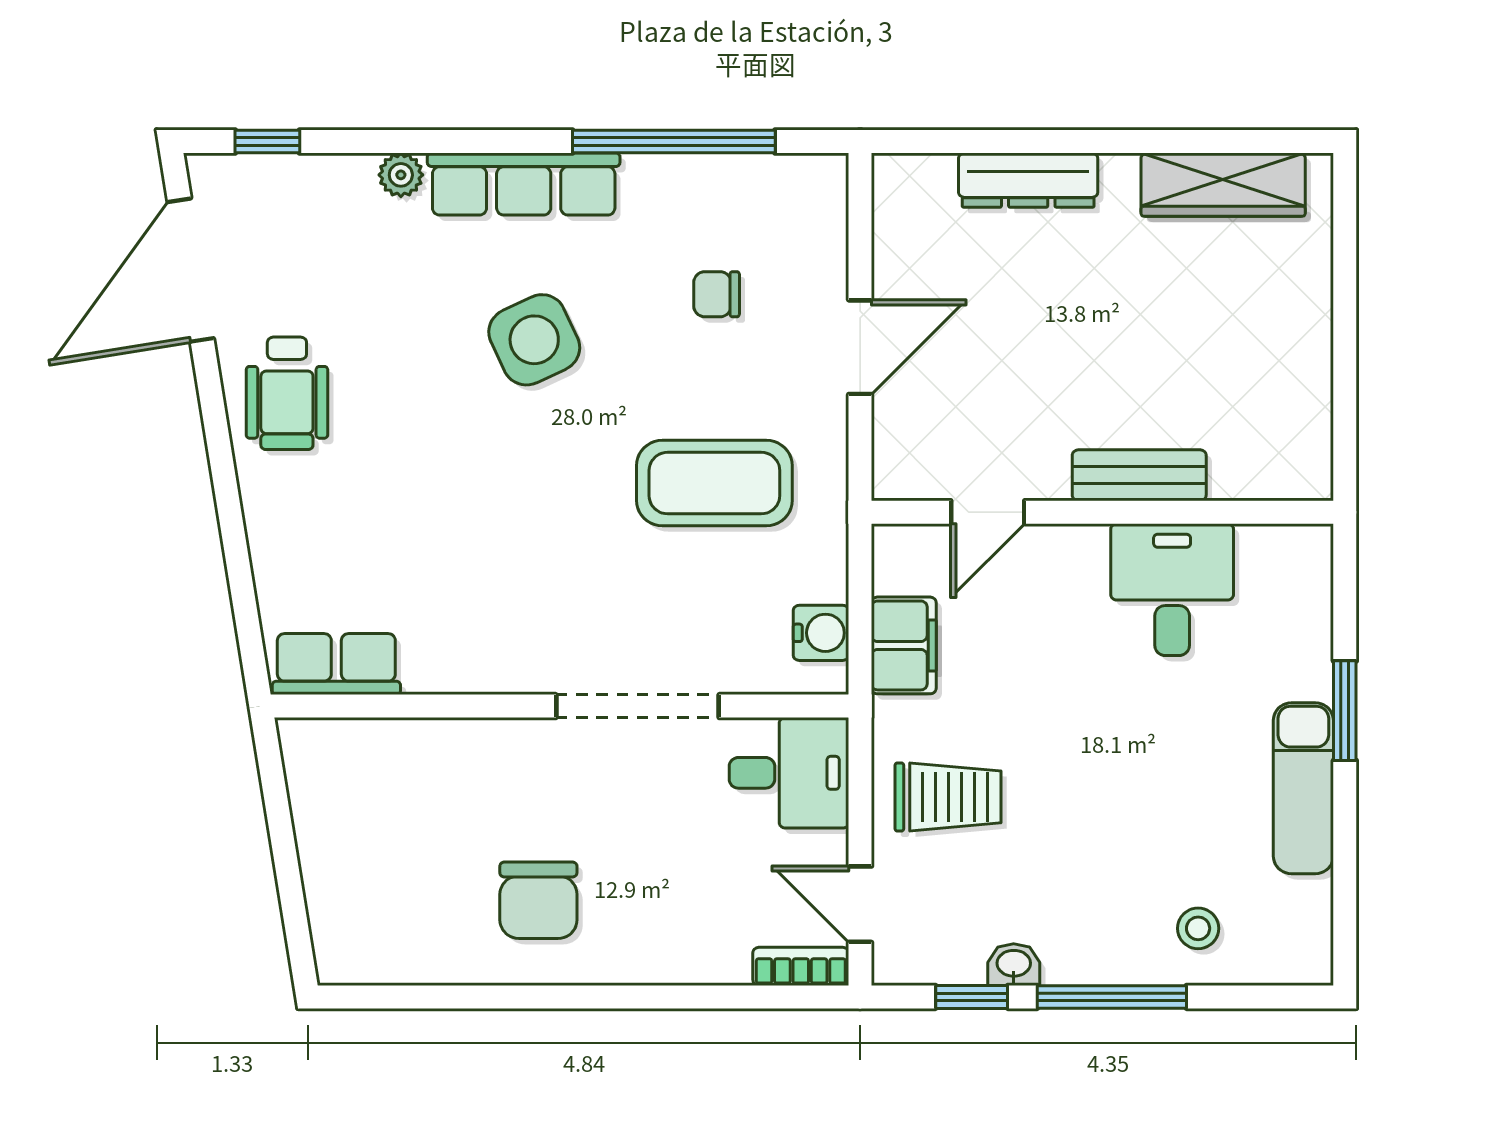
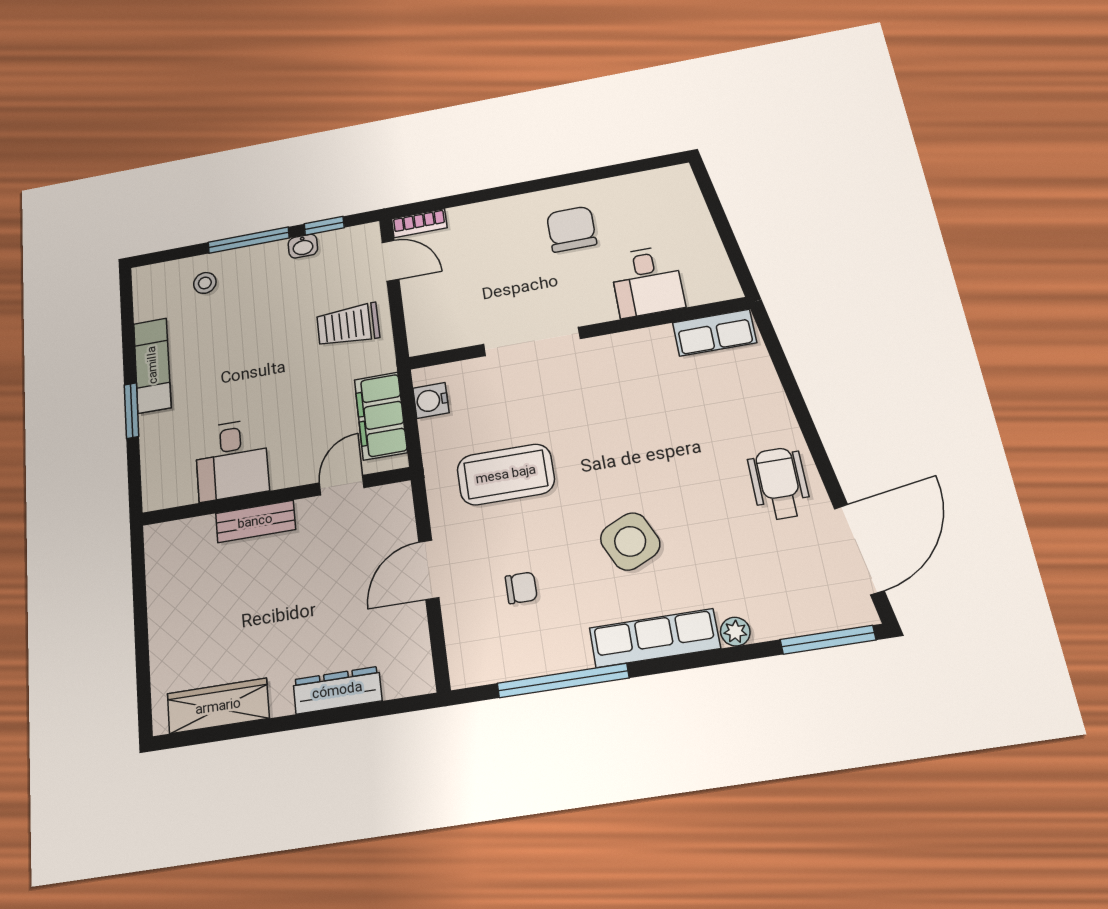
window: (267, 141) -> (828, 640), width x2.17
filing cabinet: (904, 645) -> (381, 416), width x1.50, depth x1.17
desk: (789, 773) -> (647, 281), moved, turned -90

